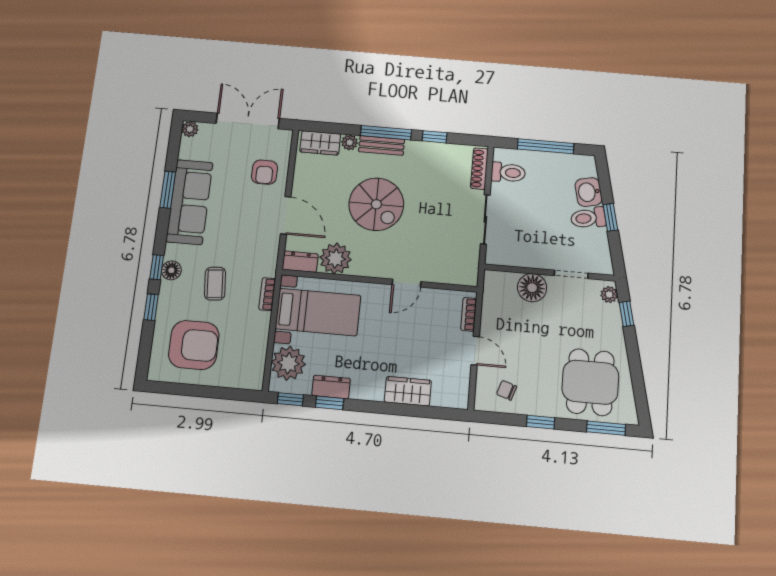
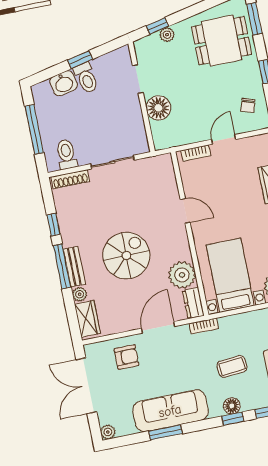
bookcase: (267, 294) -> (204, 326), moved
plant: (609, 295) -> (167, 35), moved

